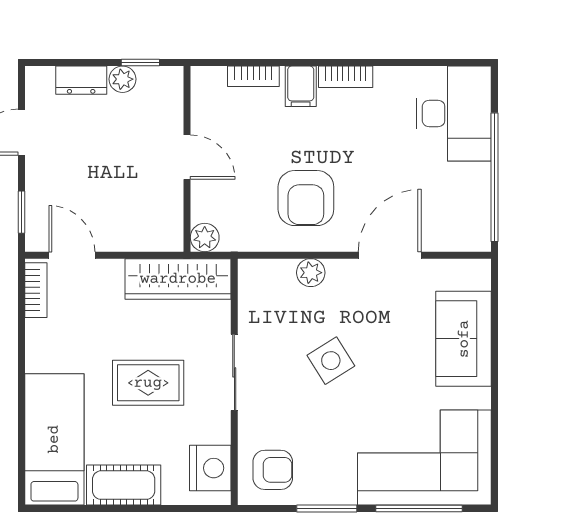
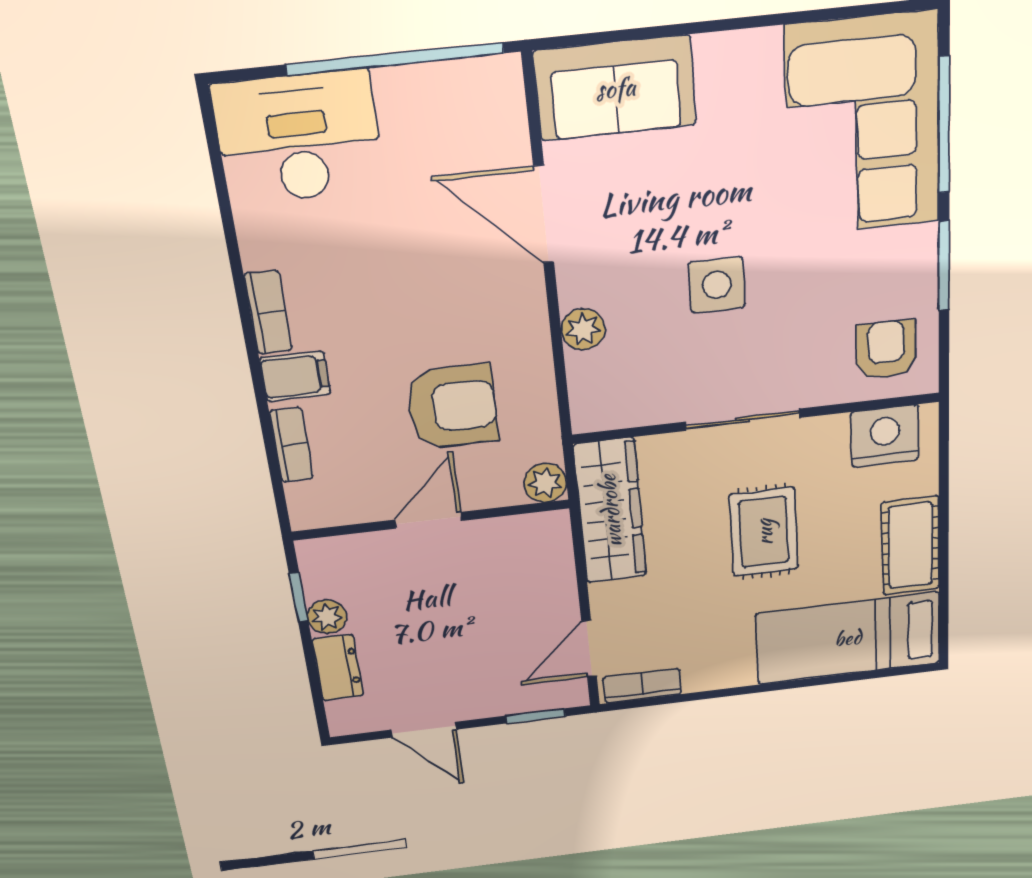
armchair: (306, 198) -> (452, 407), moved
sofa: (464, 339) -> (615, 88), moved
side table: (331, 361) -> (717, 285), turned 32

